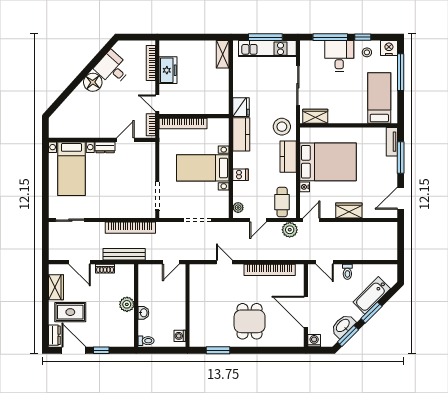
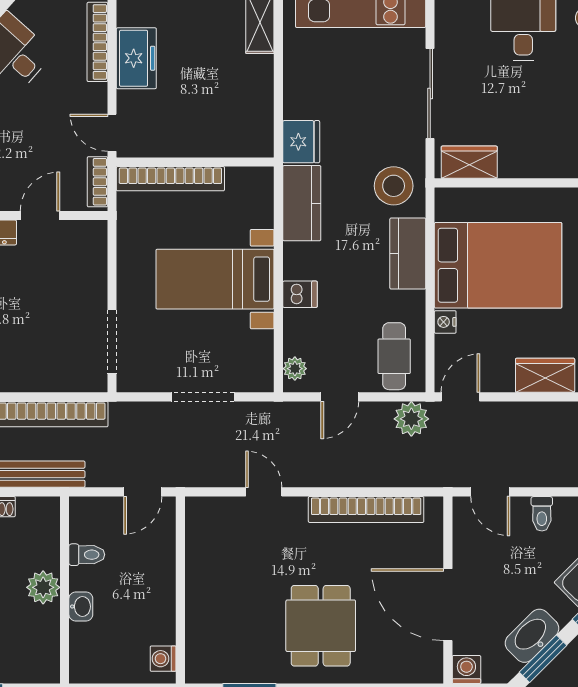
toilet: (146, 341) -> (87, 555), moved

